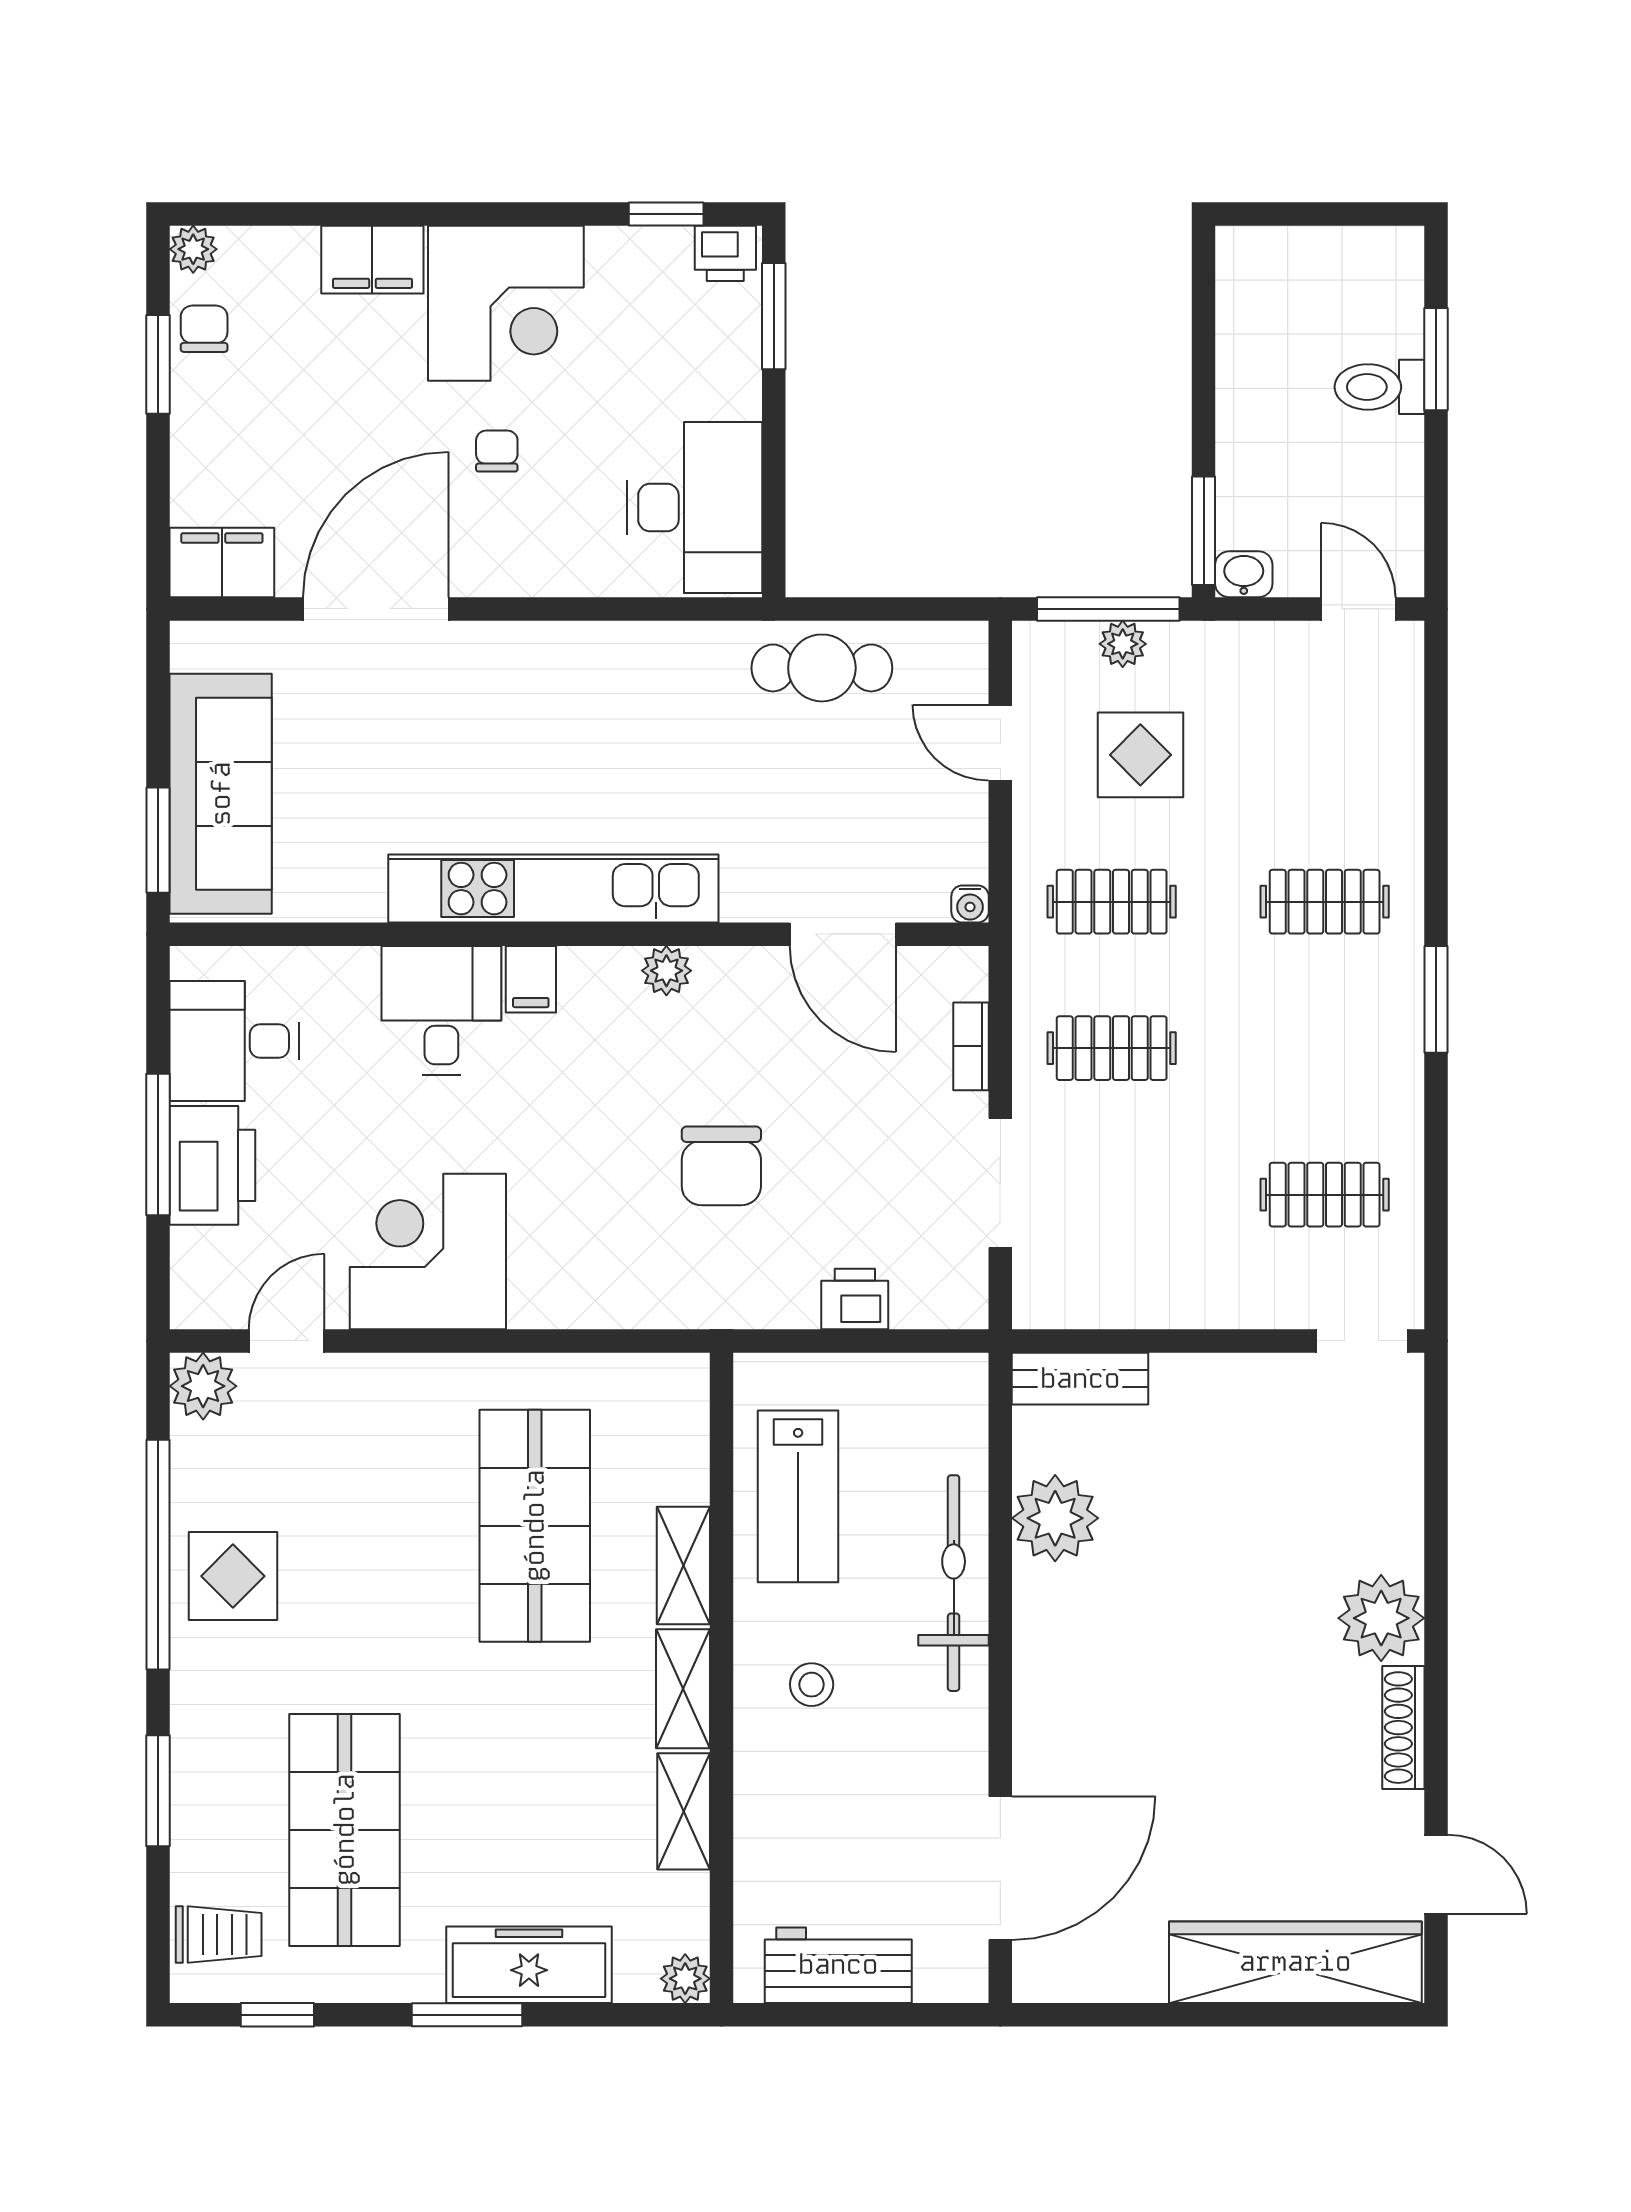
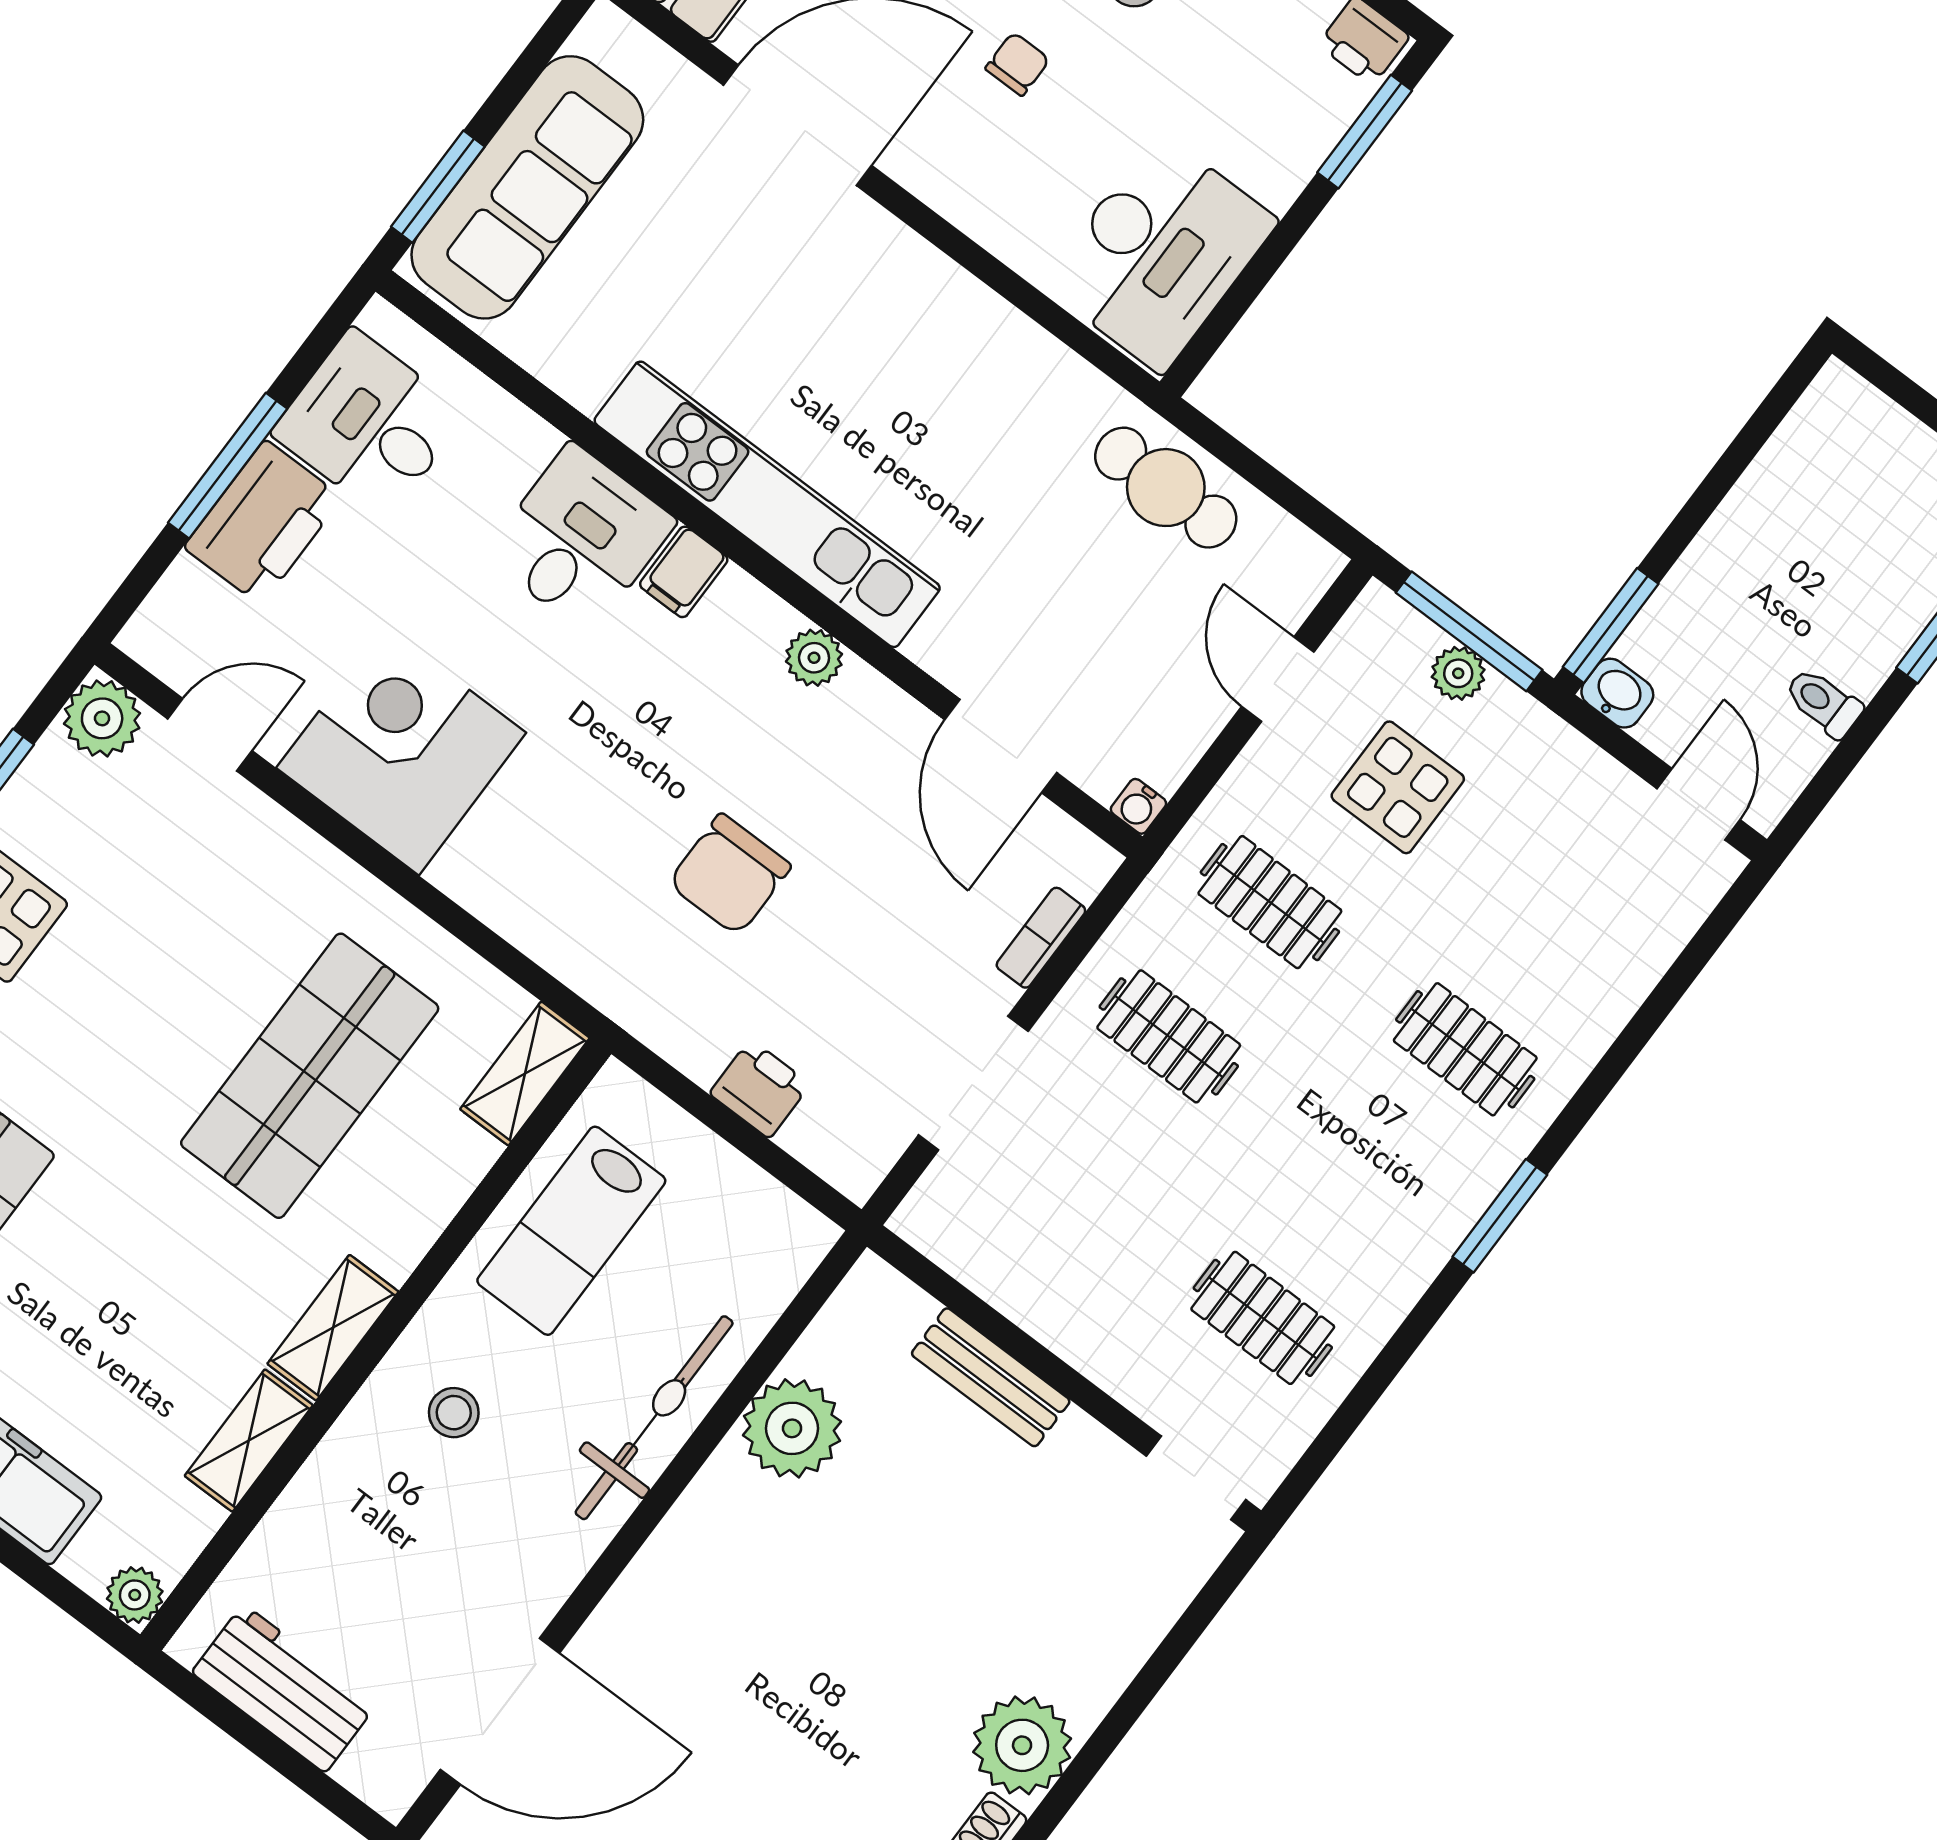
toilet: (1379, 387) -> (1823, 702), moved, width x0.73, depth x0.72
bench: (1080, 1379) -> (991, 1377), moved
shelving: (683, 1566) -> (525, 1074), moved

